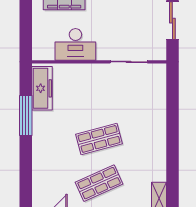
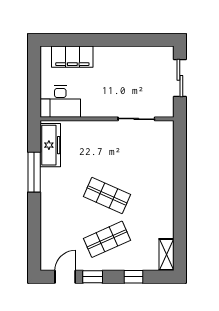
desk: (75, 44) -> (60, 102), moved
shop shelf: (99, 139) -> (107, 195), turned 39

